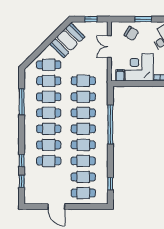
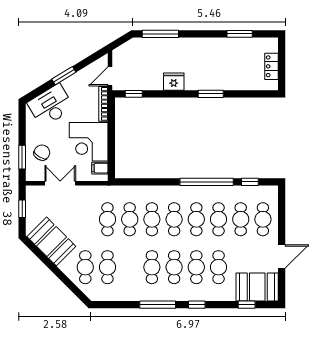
window: (143, 19) -> (22, 157), moved
double door: (109, 47) -> (60, 183), swing flipped
cafe table: (49, 97) -> (130, 267), removed
window: (22, 102) -> (158, 305), moved
window: (110, 125) -> (207, 182), moved
window: (22, 161) -> (197, 305), moved
booth: (34, 189) -> (257, 287), added

